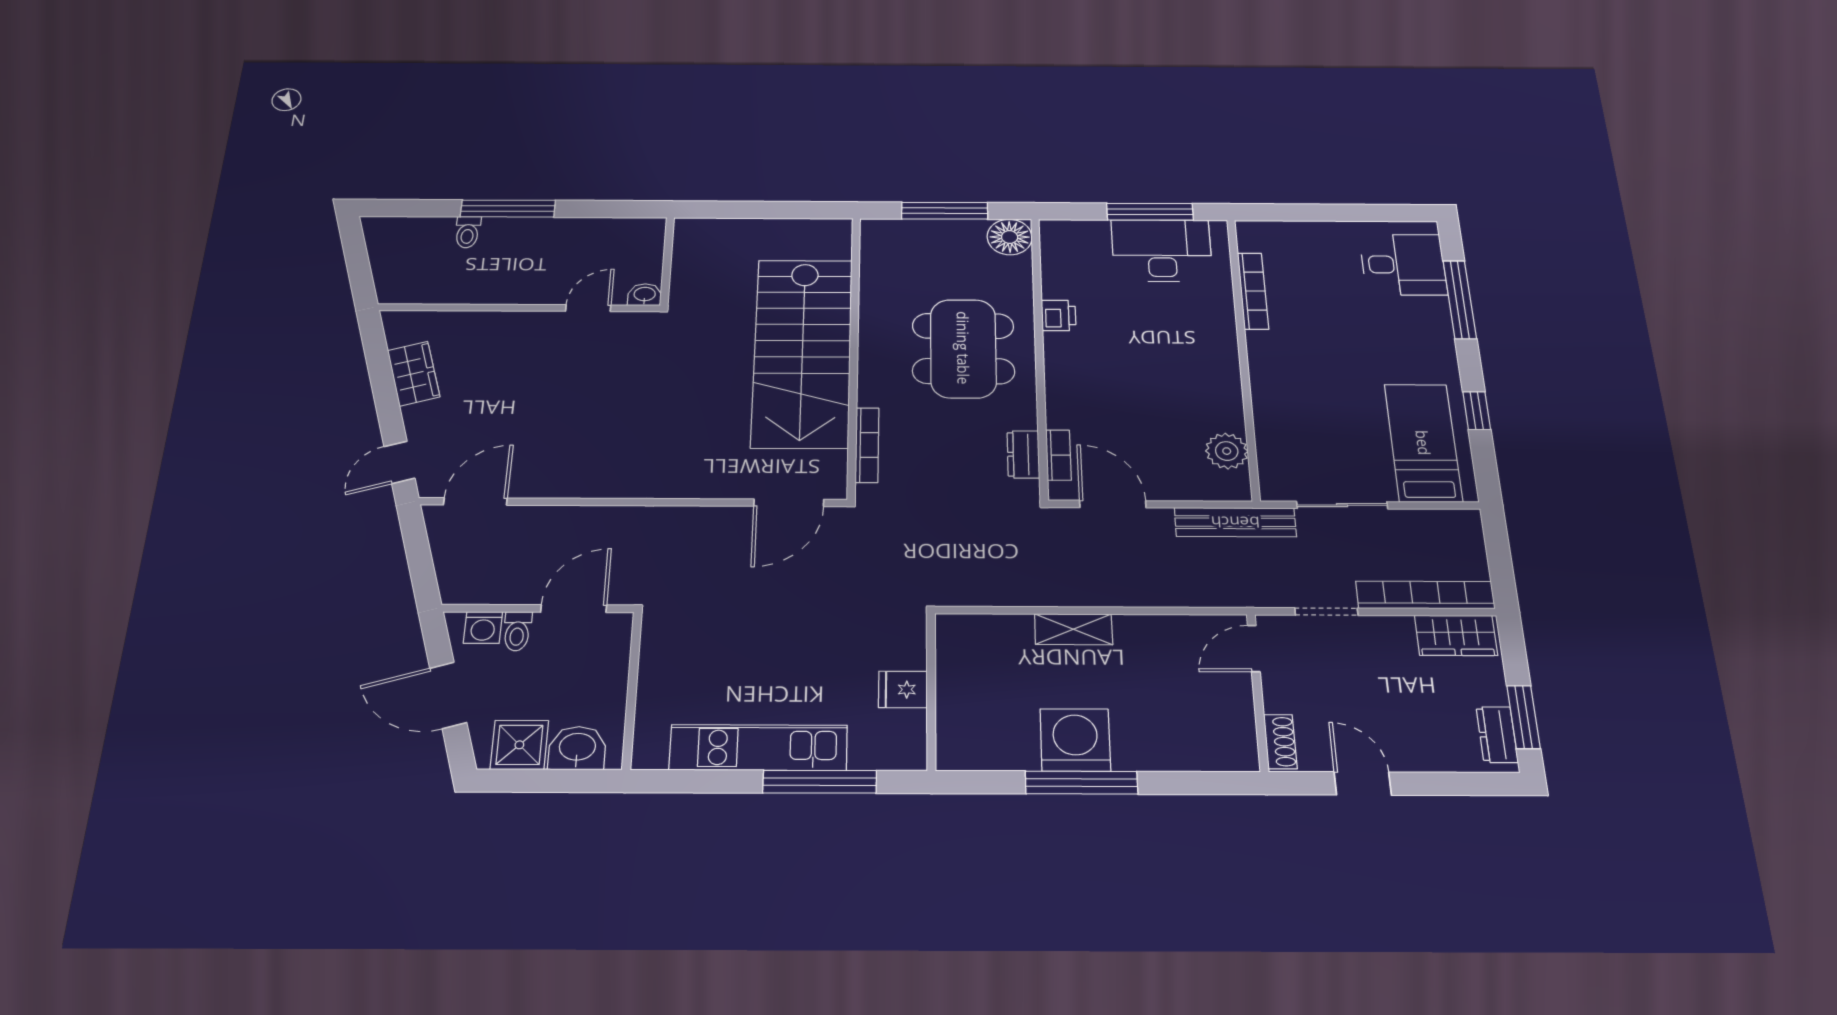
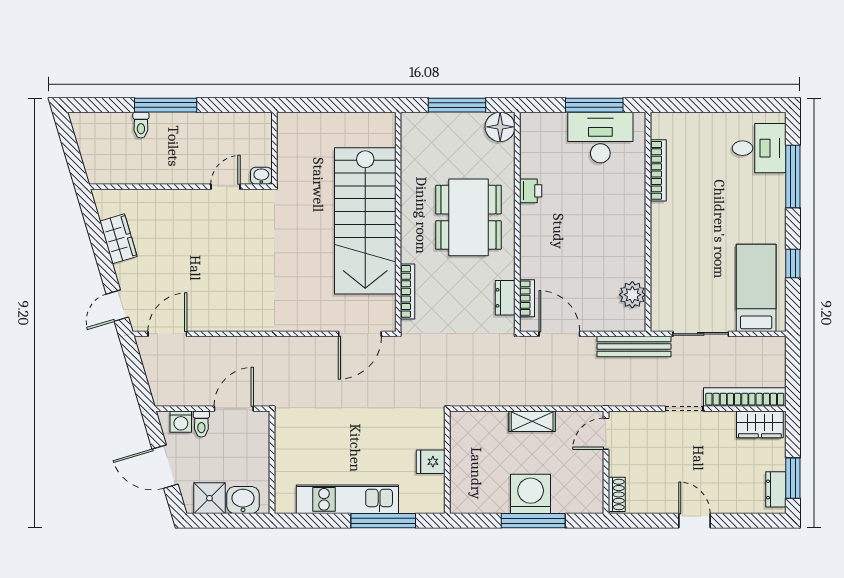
door: (1254, 649) -> (606, 434), moved
wall: (1258, 692) -> (606, 462), moved
shoe rack: (1280, 742) -> (617, 494), moved

